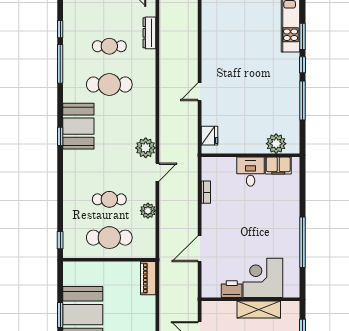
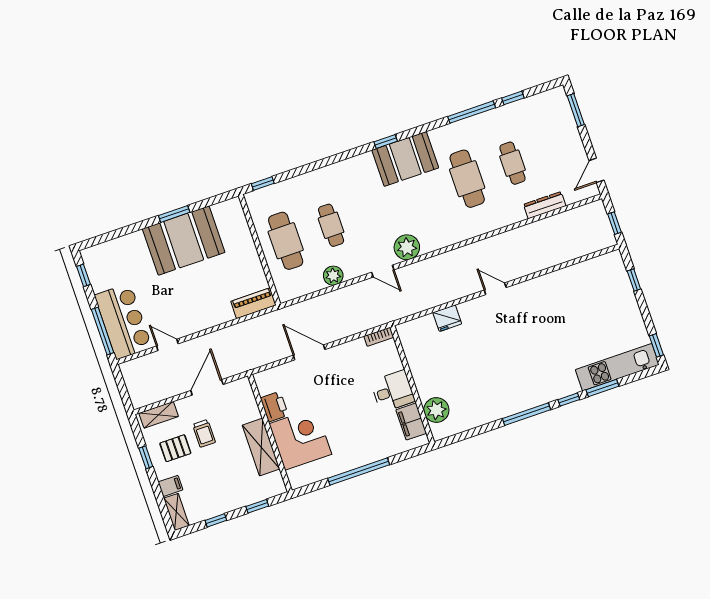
plant: (276, 144) -> (436, 410), moved
wall: (251, 155) -> (412, 384), moved
filing cabinet: (278, 166) -> (411, 422), moved
desk: (251, 172) -> (393, 391), moved

